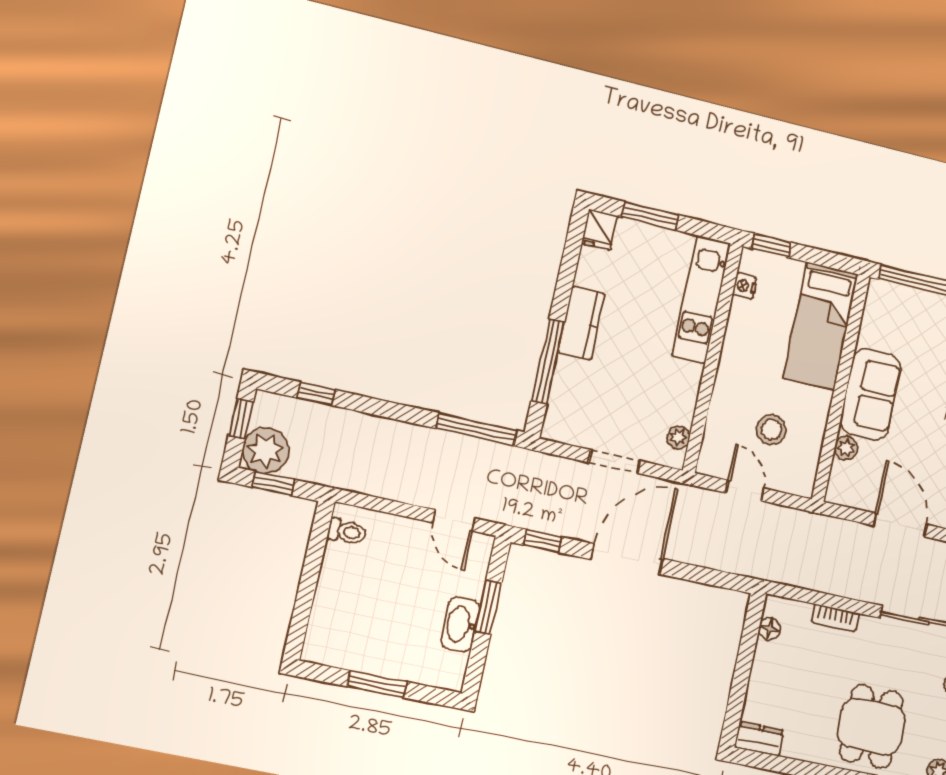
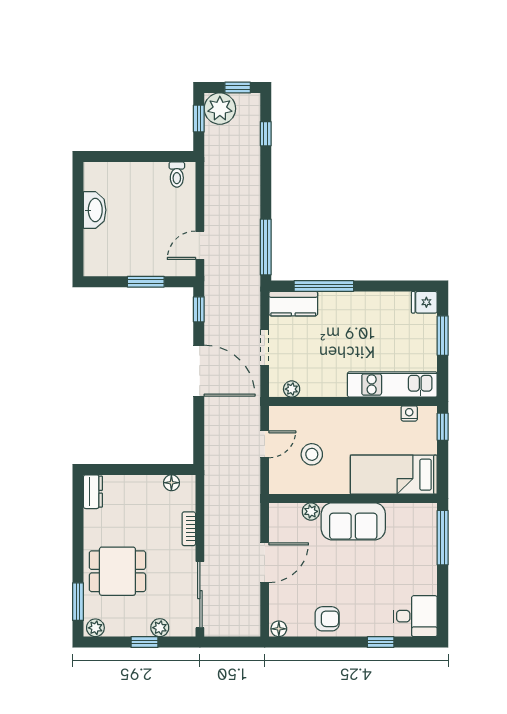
kitchen counter: (581, 323) -> (293, 304), moved
washbasin: (460, 624) -> (95, 210), moved, turned 90
window: (377, 684) -> (78, 218), removed

